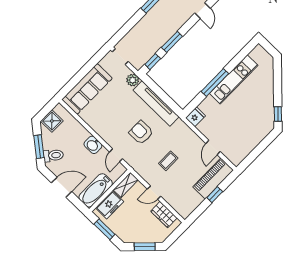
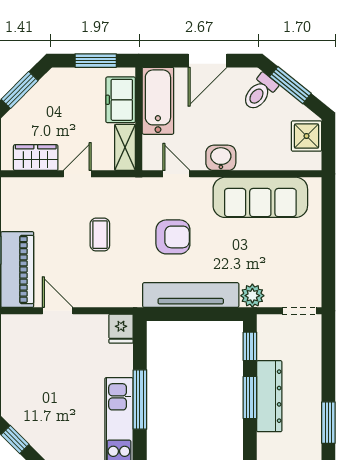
dresser: (164, 35) -> (269, 396), added
sofa: (87, 89) -> (260, 197), moved, turned -90

